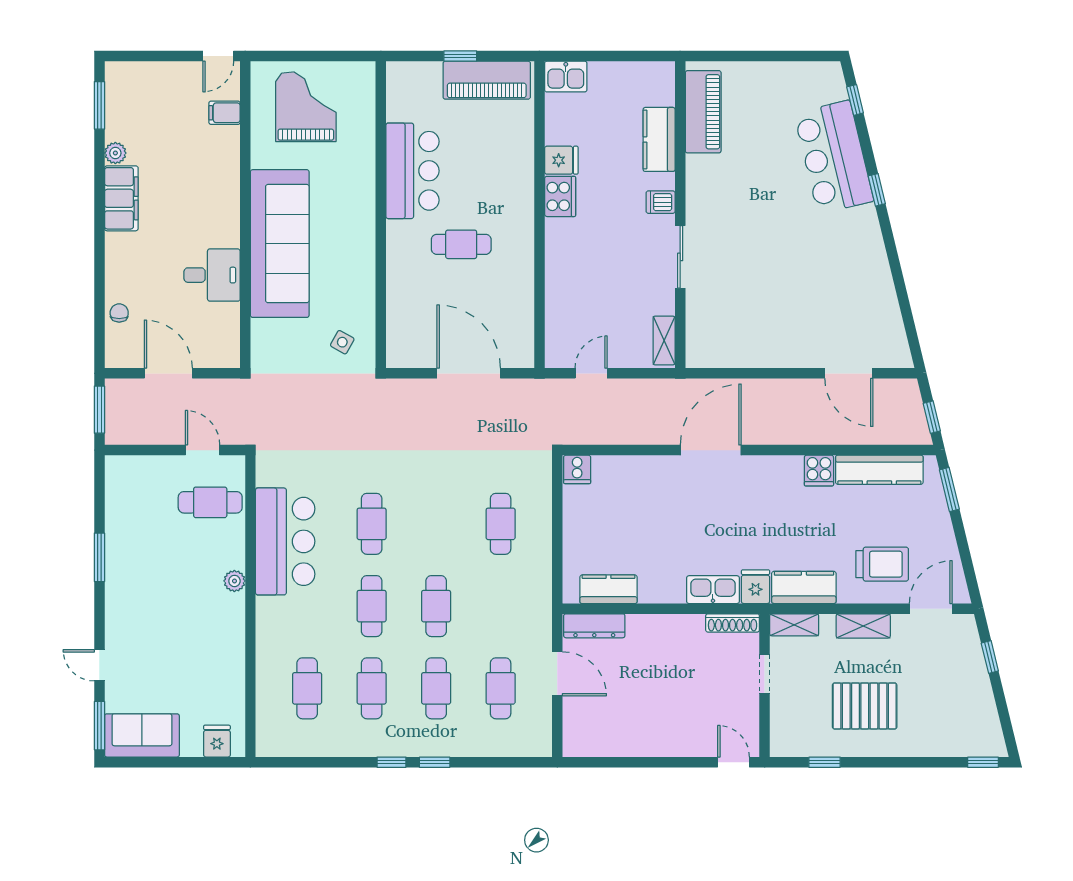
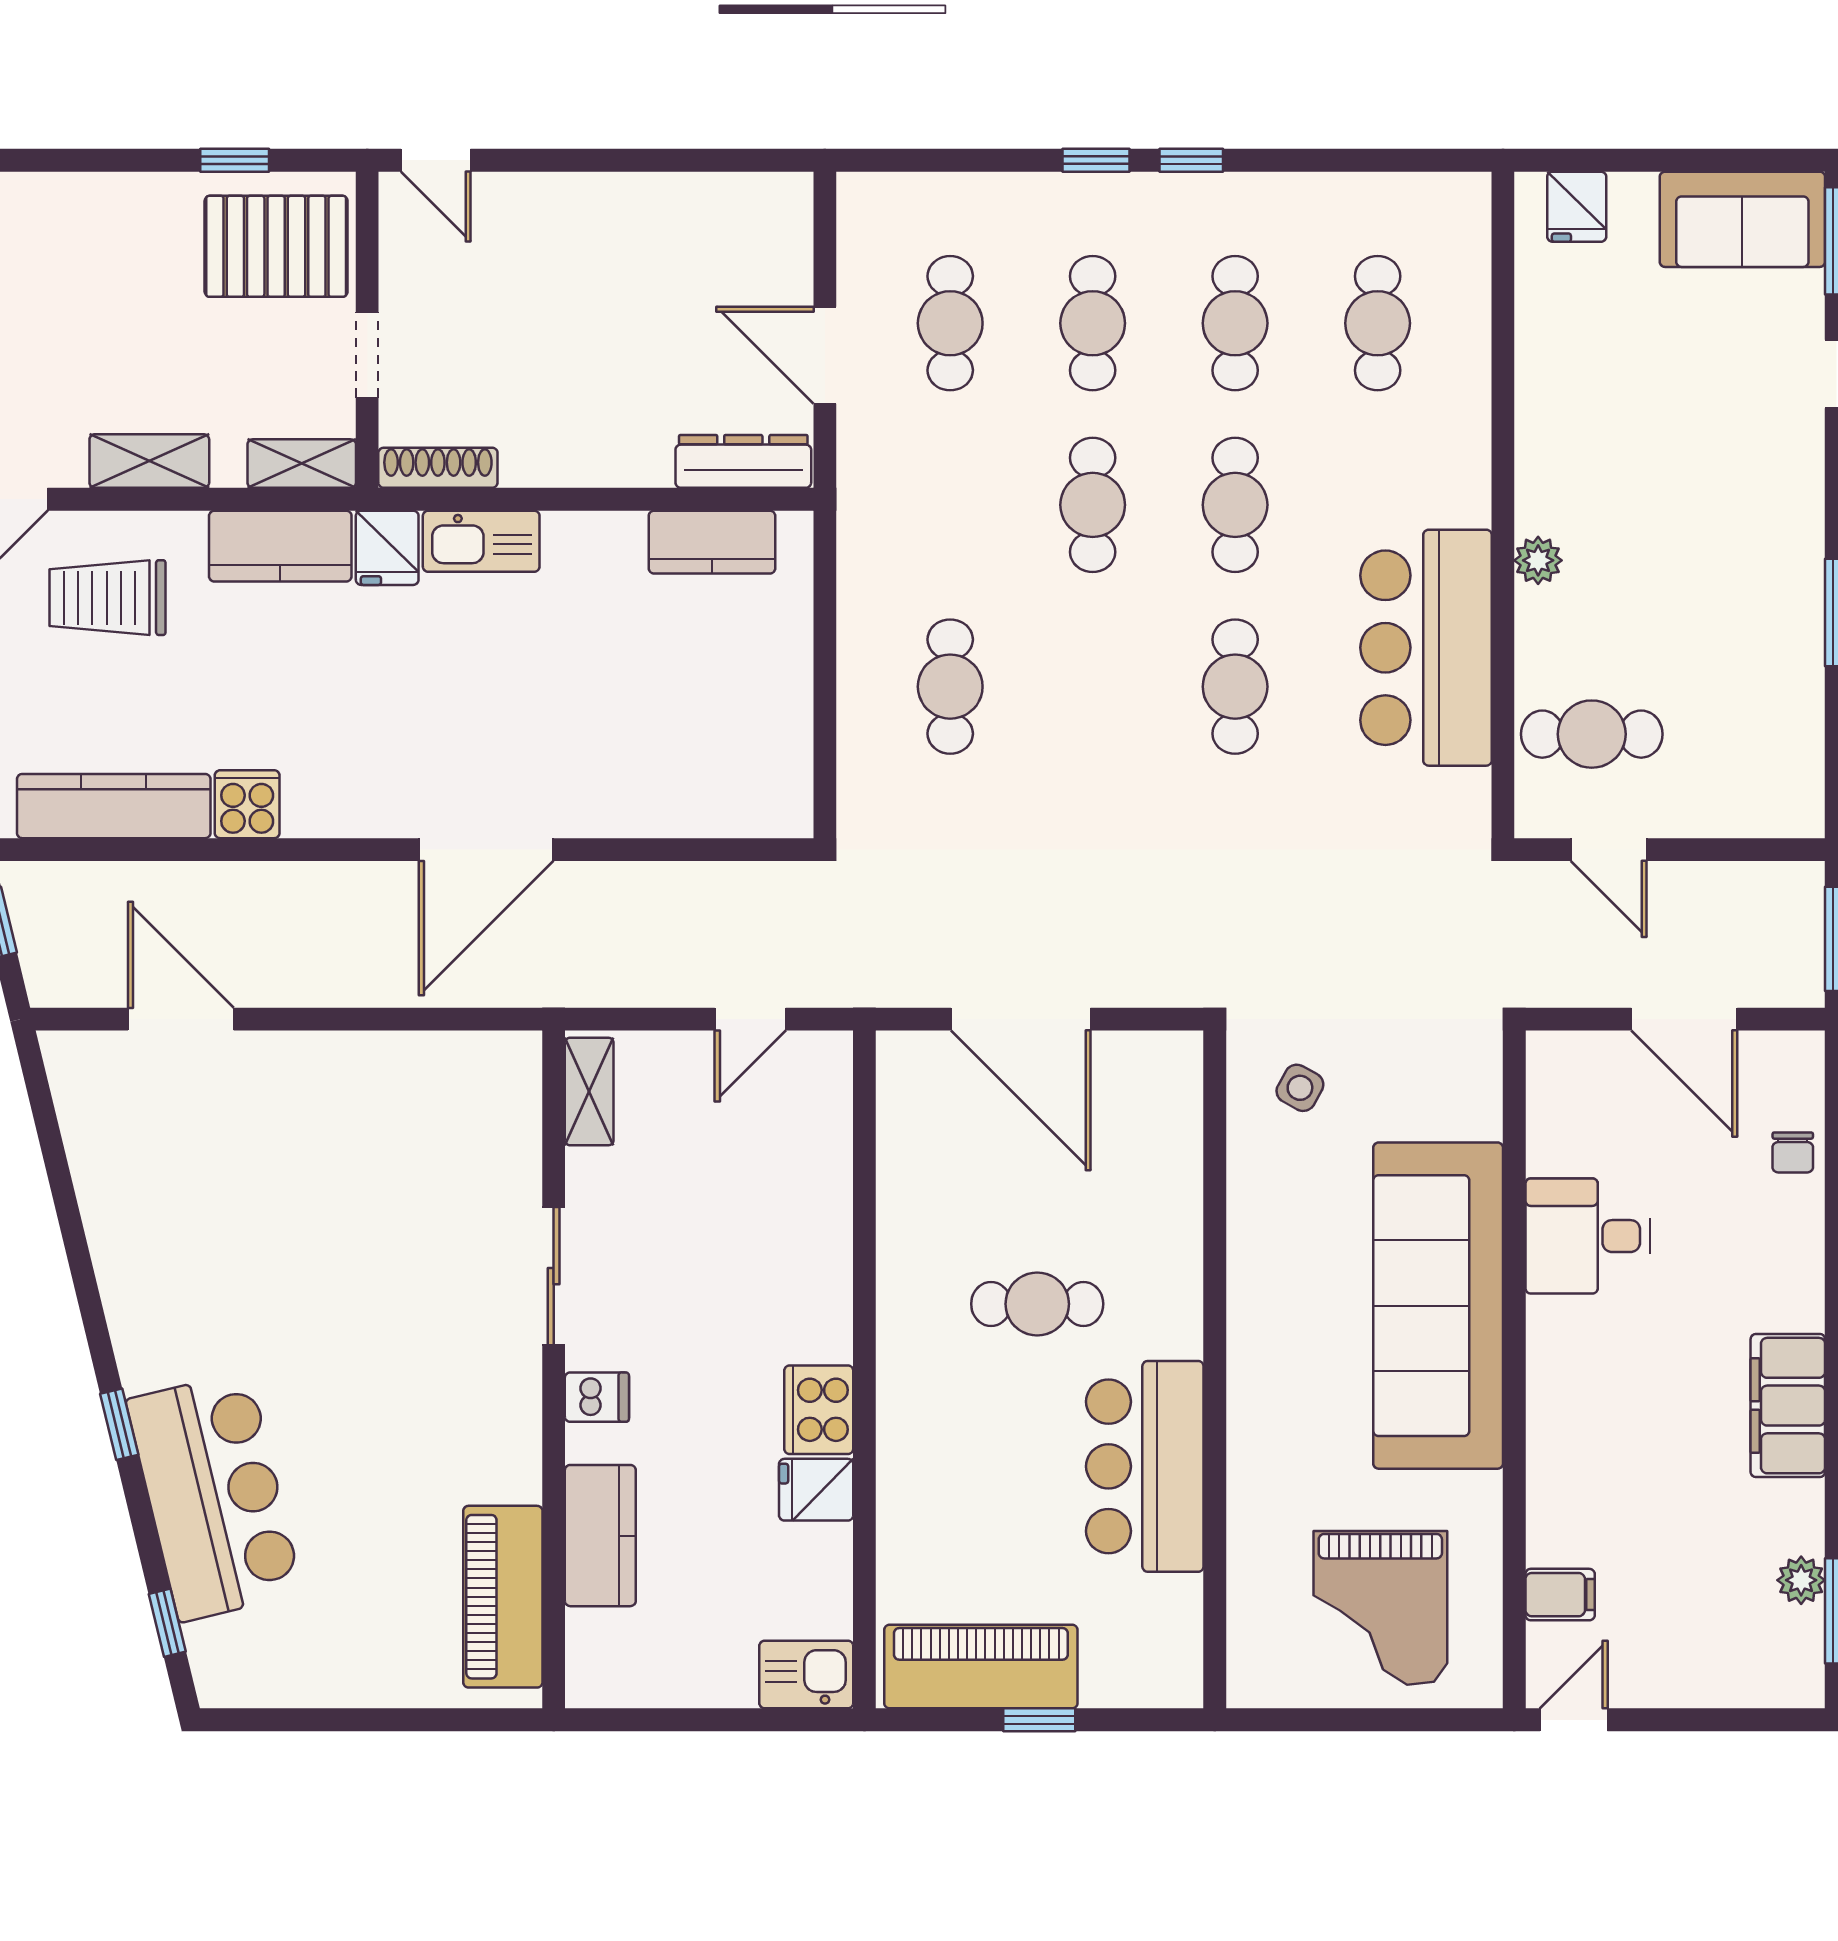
plant: (115, 153) -> (1801, 1580), moved
cooker: (577, 469) -> (781, 807), removed
pallet: (865, 706) -> (276, 246), moved

